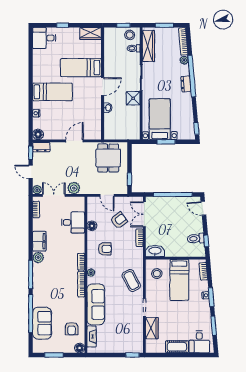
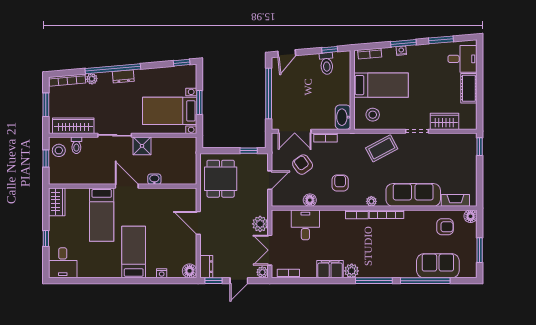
dining table: (108, 158) -> (221, 179), turned 90

